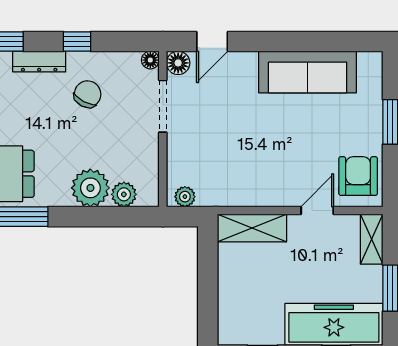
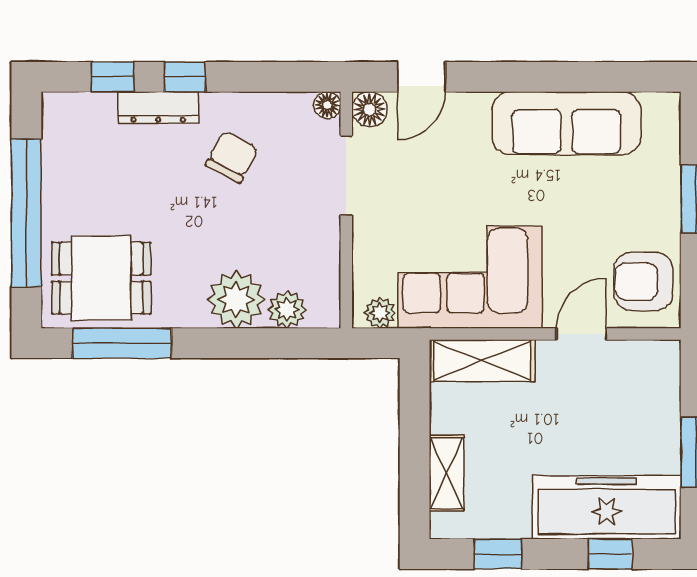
window: (77, 42) -> (185, 77), moved
corner sofa: (244, 173) -> (470, 277), added
armchair: (358, 176) -> (643, 282), turned -90
shelving: (372, 239) -> (447, 473), moved

